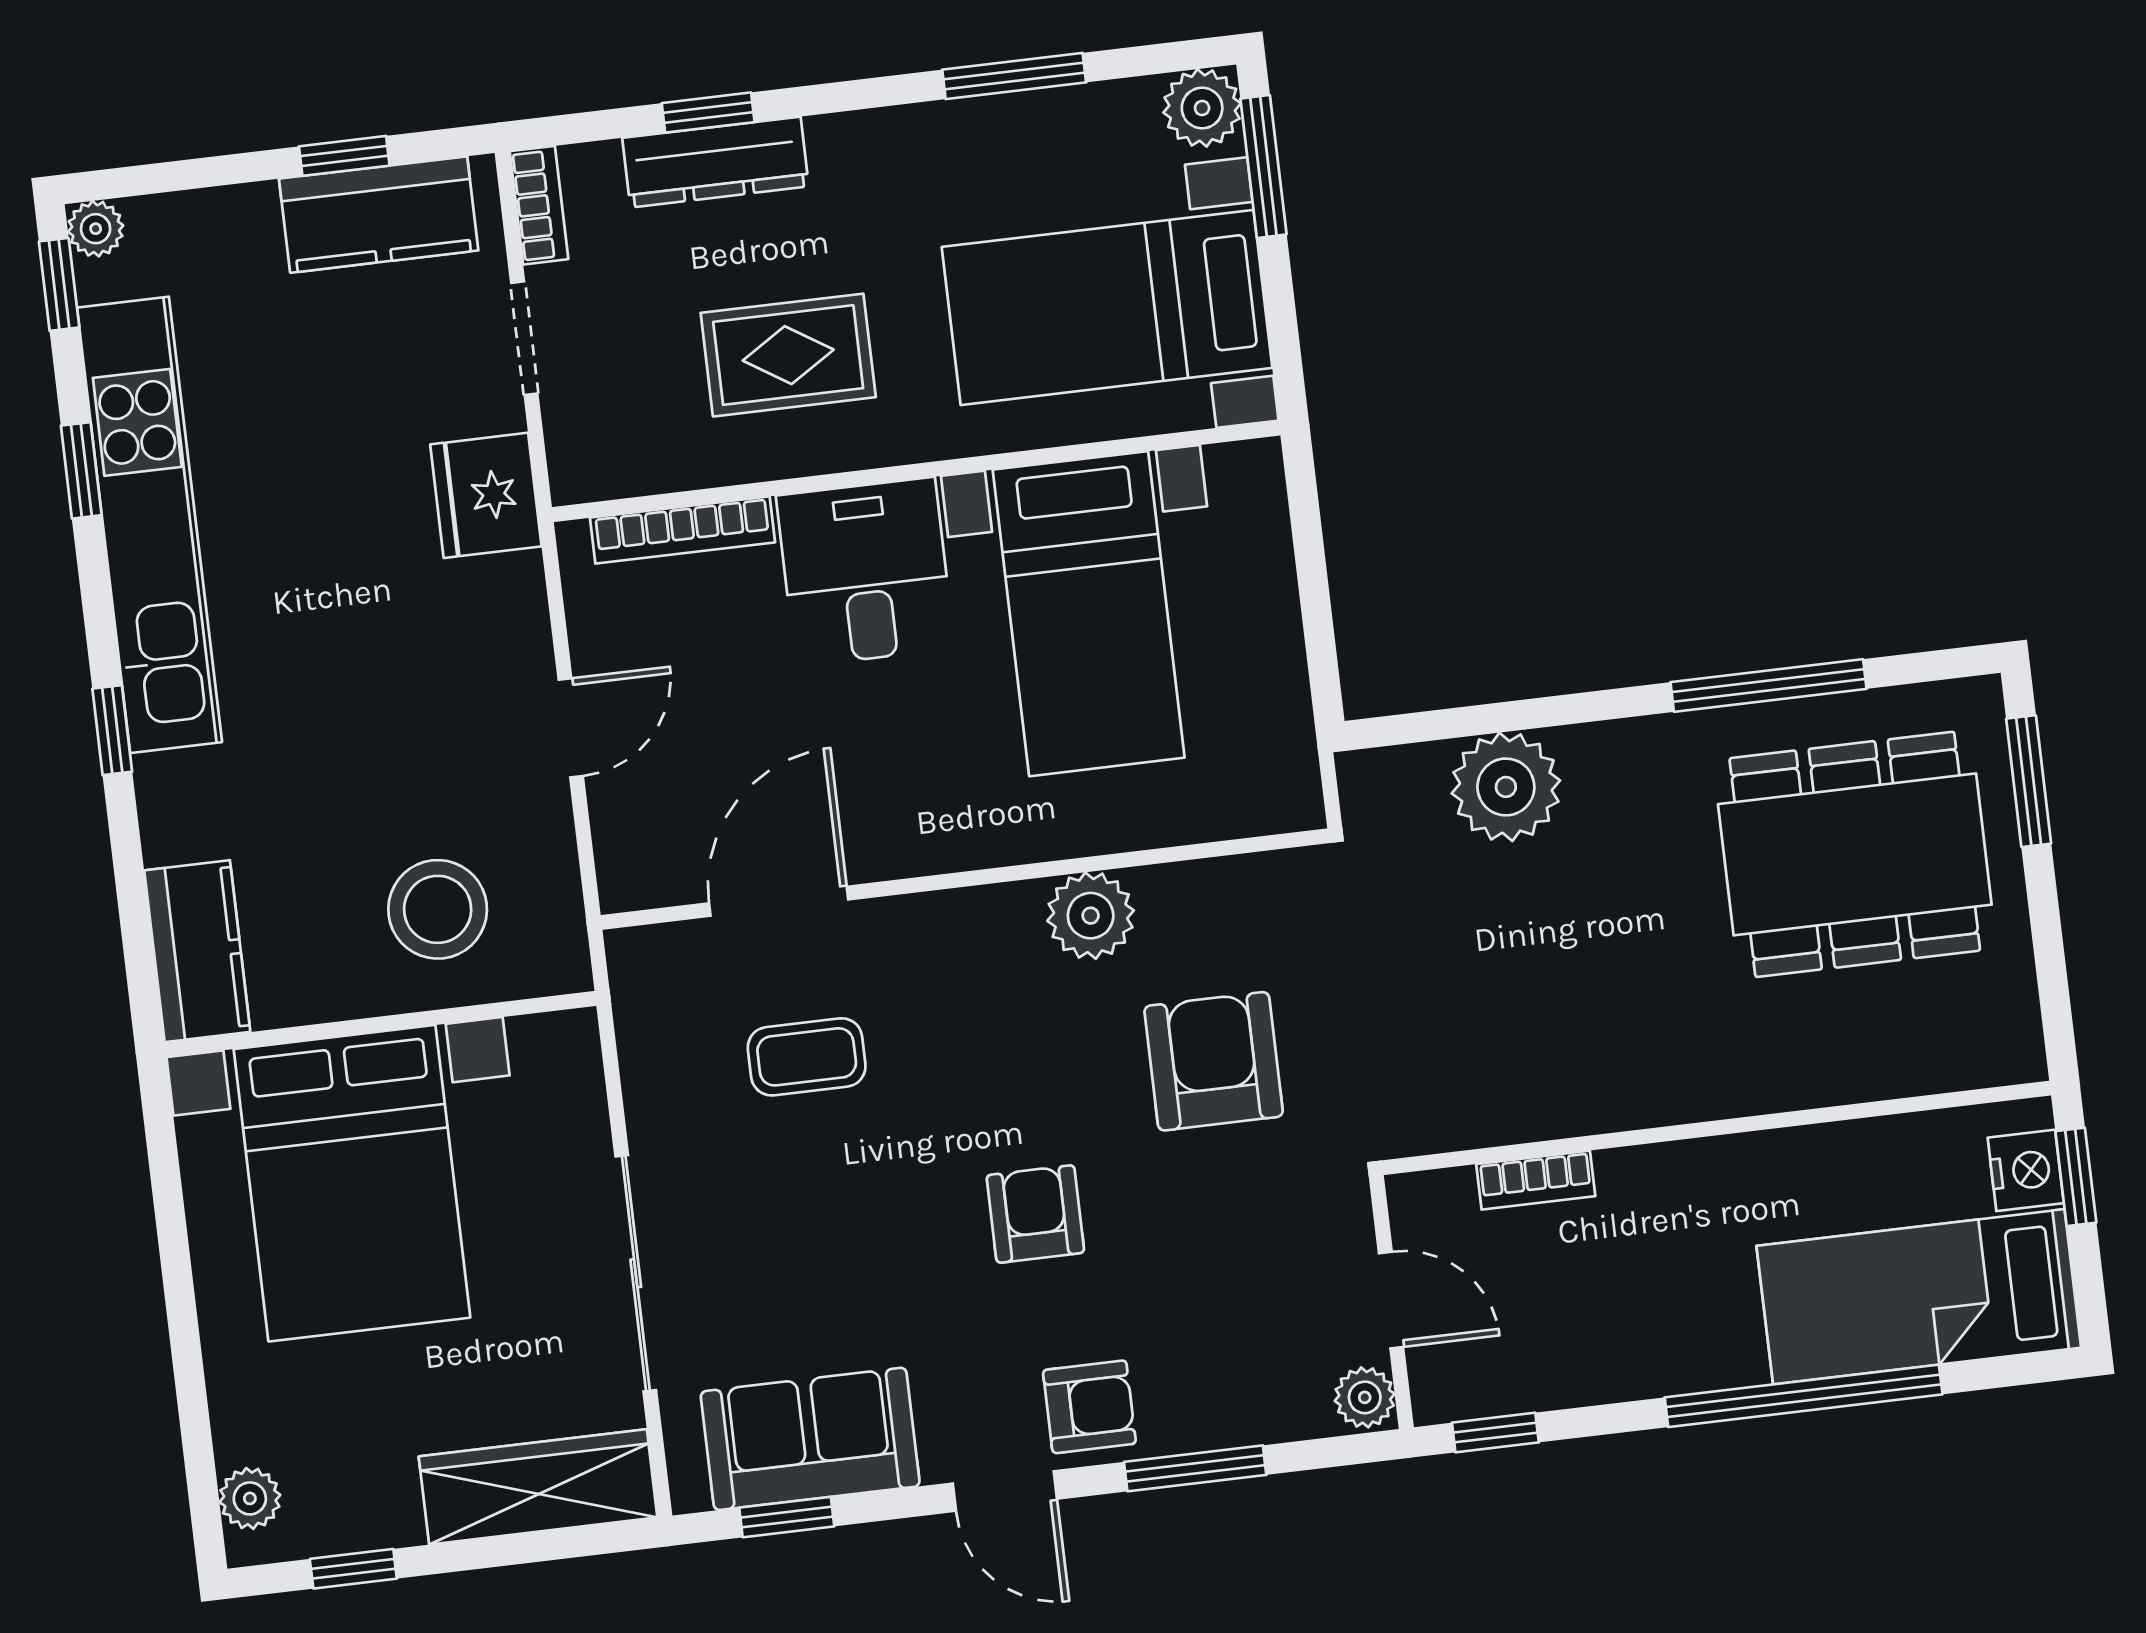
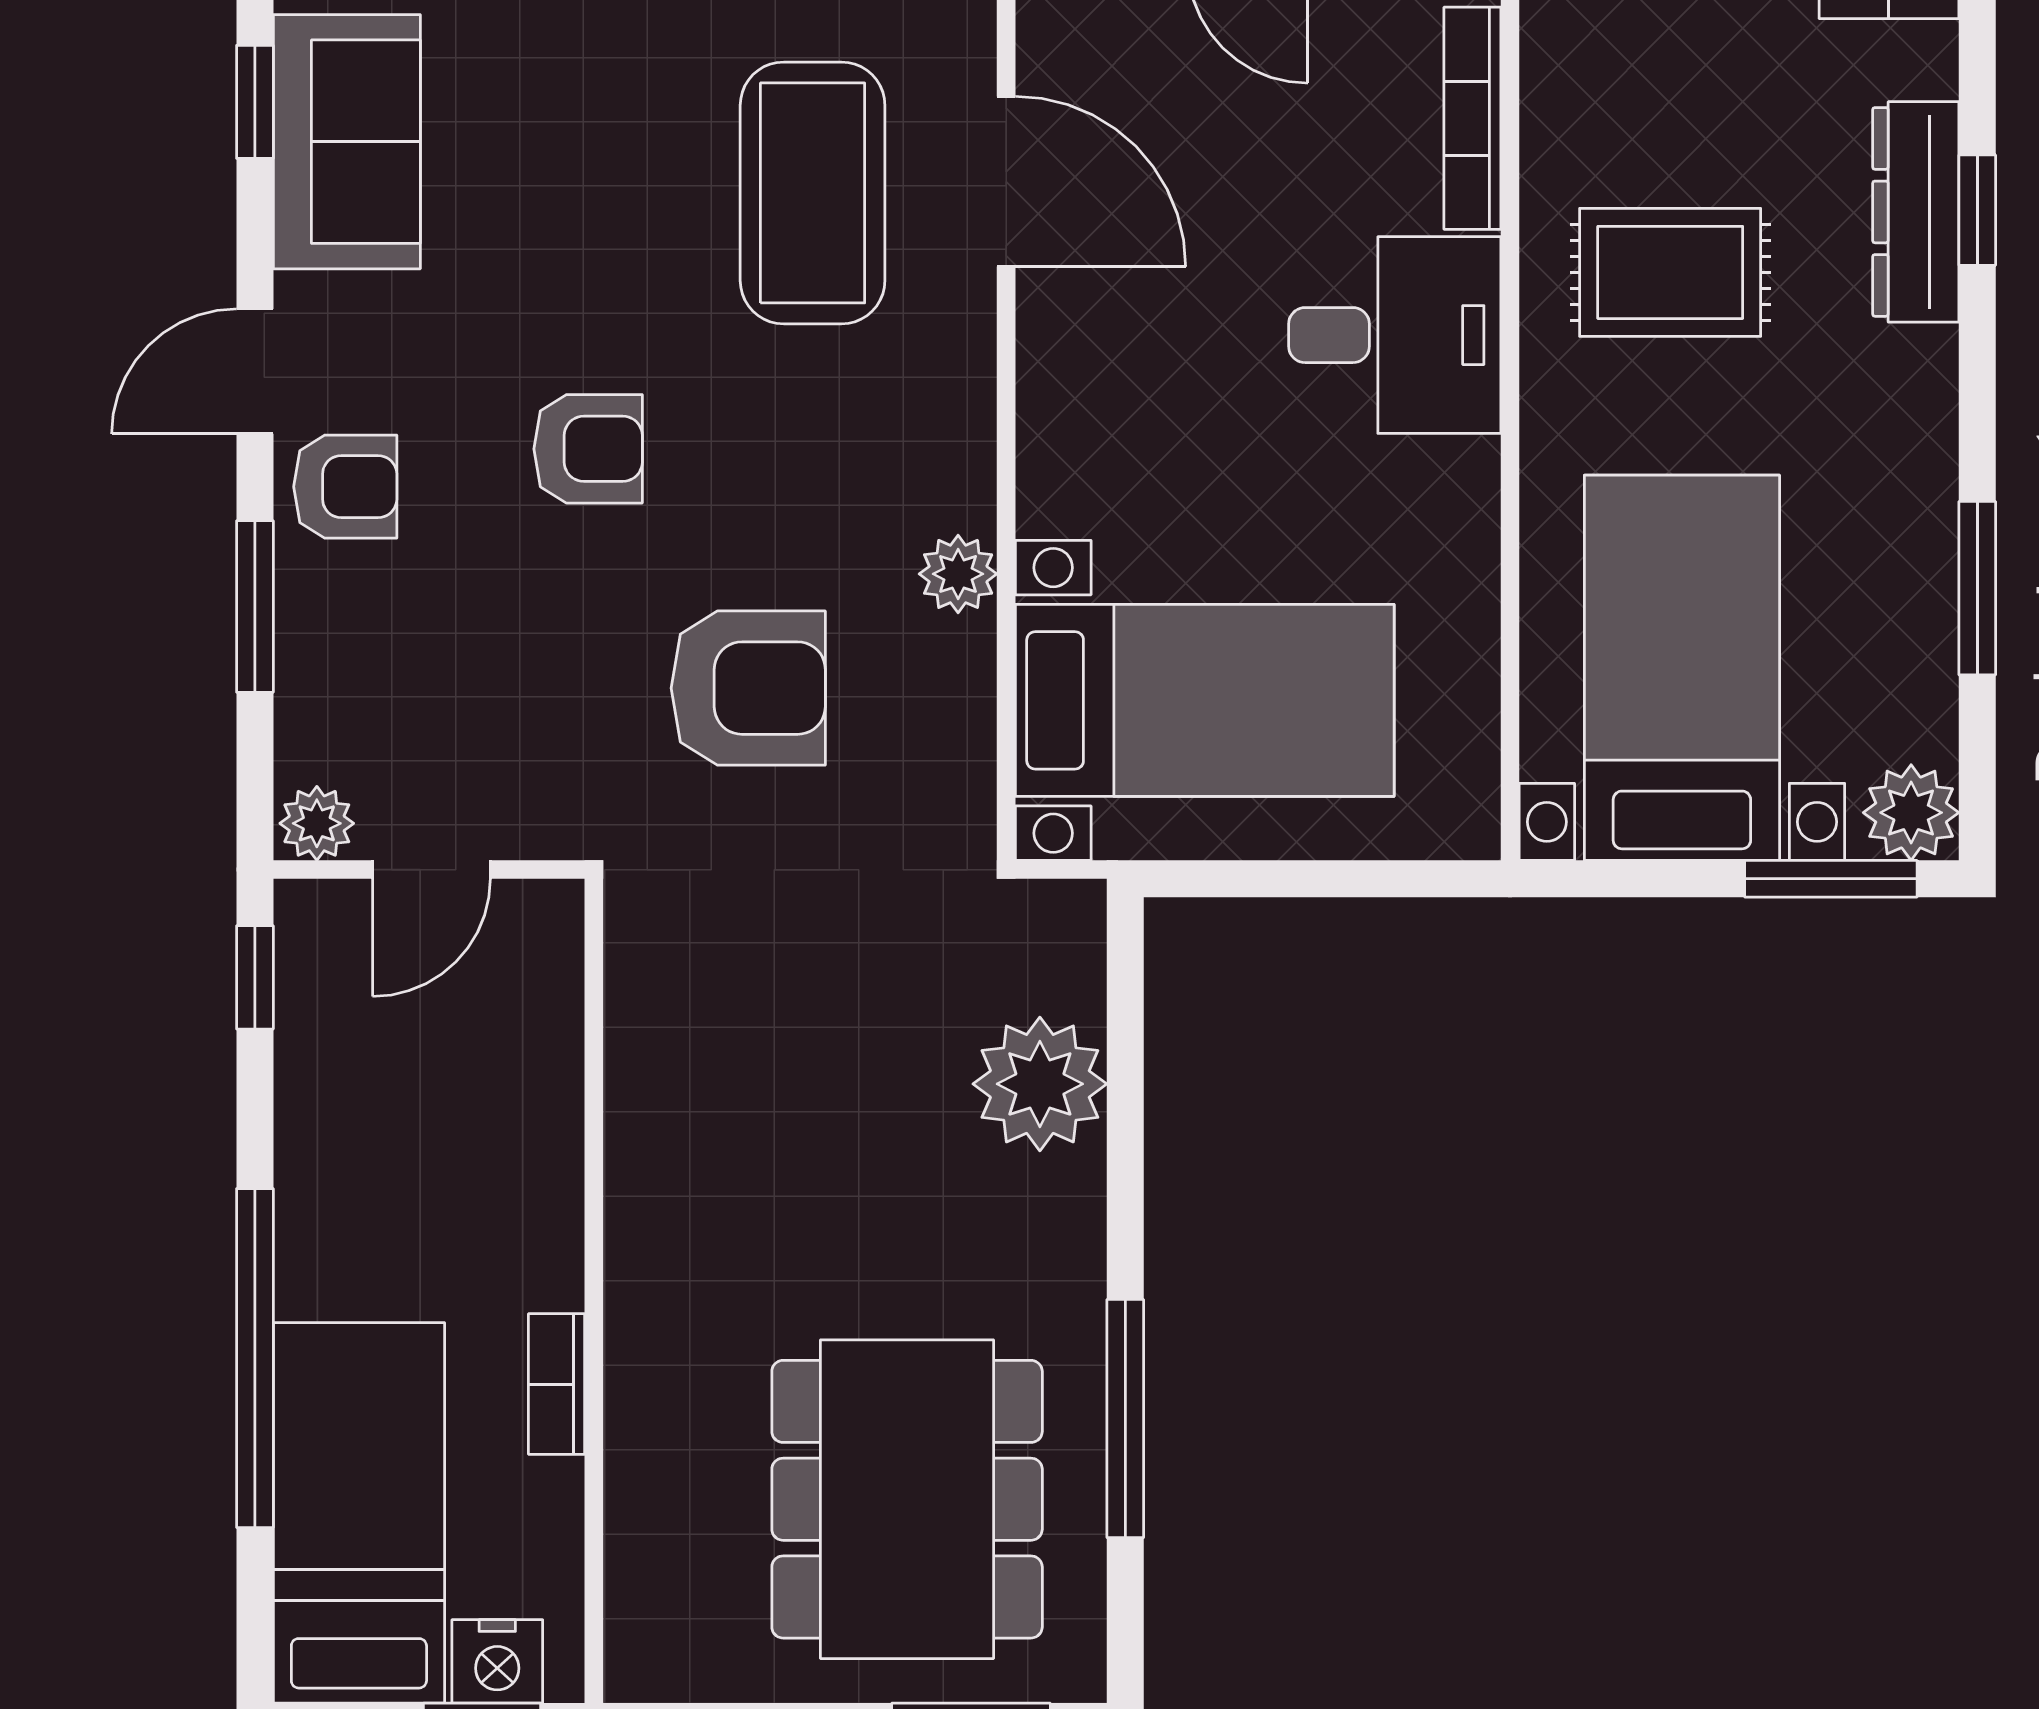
rug: (788, 355) -> (1670, 272), turned 90
bed with nightstands: (1089, 614) -> (1205, 700), moved, turned 180
plant: (1091, 916) -> (958, 574), width x0.73, depth x0.73
coffee table: (807, 1057) -> (813, 193), width x1.86, depth x1.72
bookcase: (1536, 1180) -> (557, 1384), moved
armchair: (1089, 1407) -> (345, 487), turned -90

